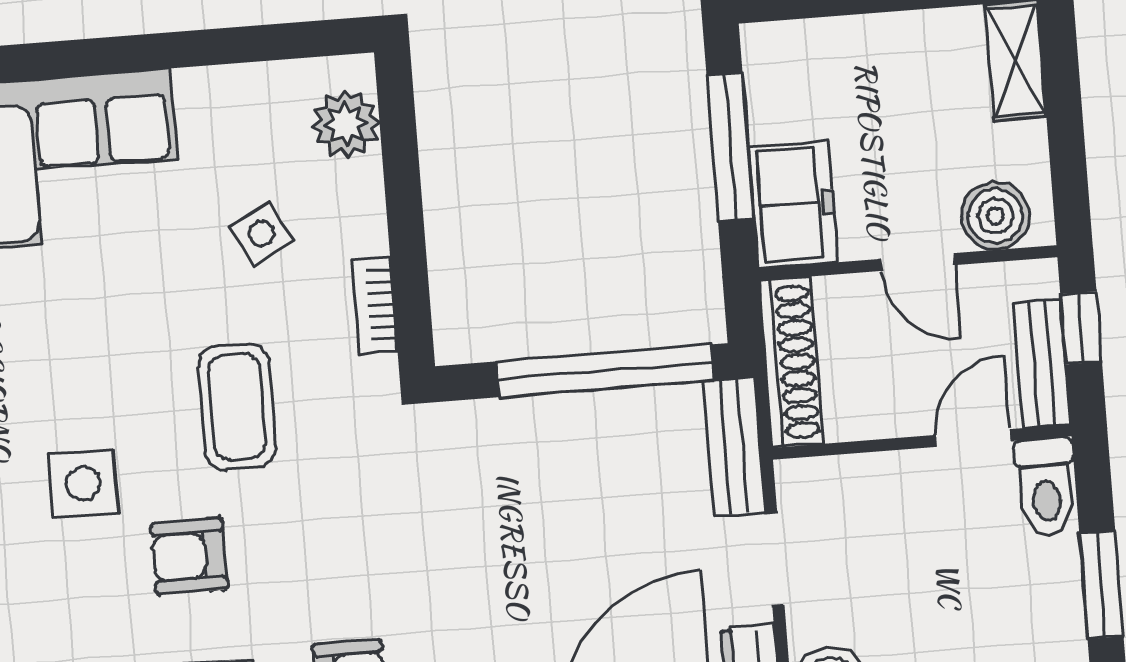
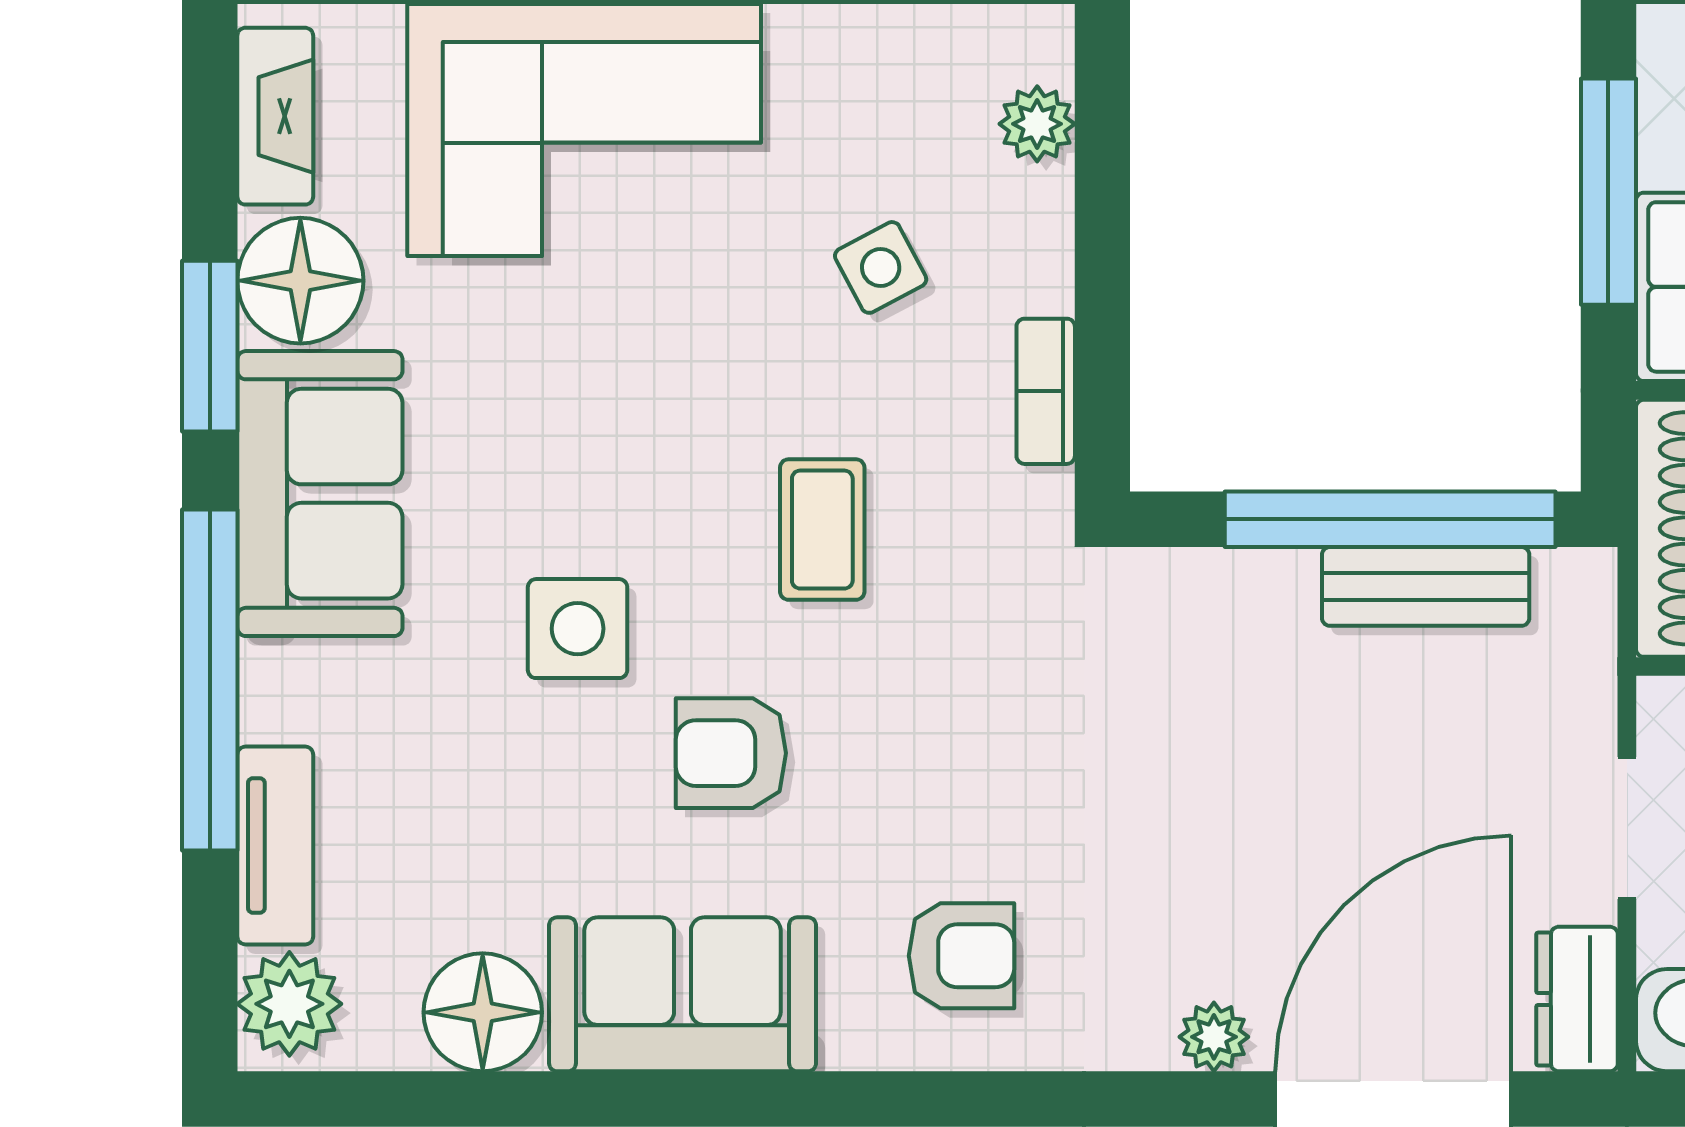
plant: (346, 124) -> (1037, 124), width x0.73, depth x0.73
coffee table: (237, 406) -> (822, 530), width x0.73, depth x0.77
bench: (734, 446) -> (1426, 586), moved, turned 90

